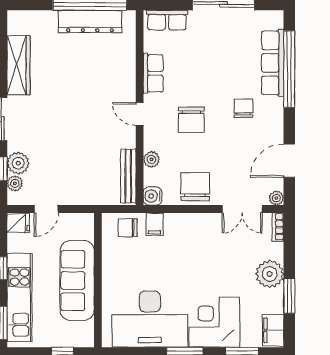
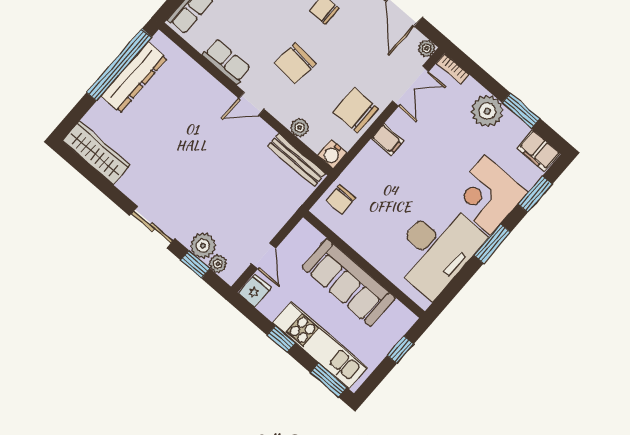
wardrobe: (18, 65) -> (96, 153), moved
chair: (191, 120) -> (295, 63), turned 95
filing cabinet: (155, 224) -> (387, 140), moved

